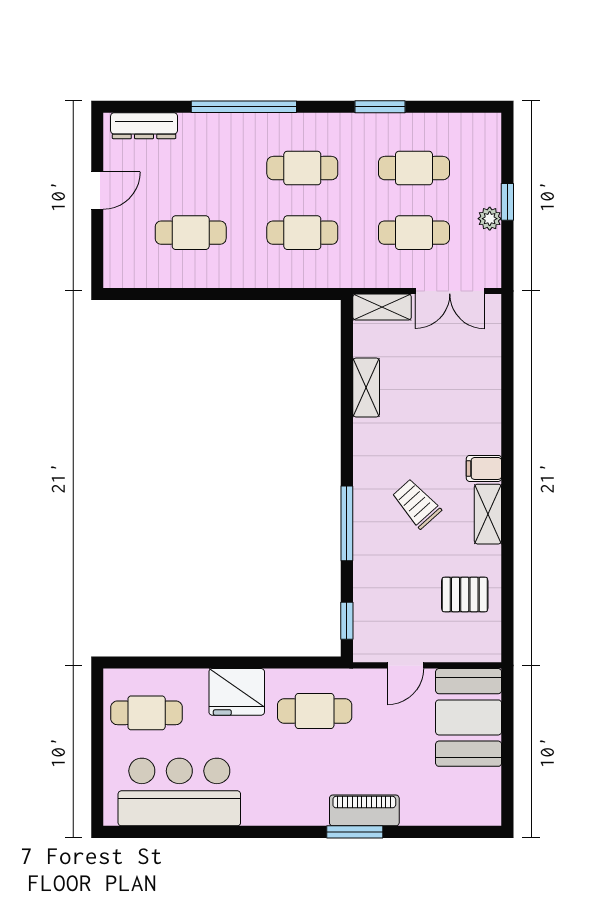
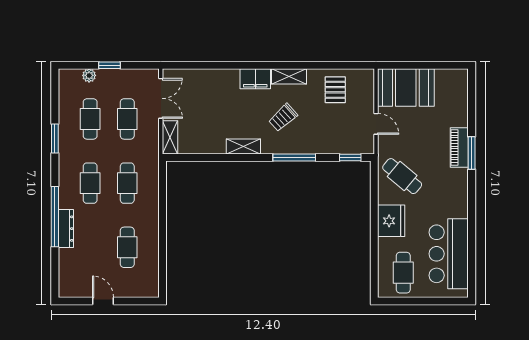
dresser: (144, 126) -> (66, 229), moved
plant: (490, 219) -> (89, 75), moved
shelving: (366, 387) -> (243, 146), moved
filing cabinet: (484, 468) -> (255, 79), width x2.00
cafe table: (315, 711) -> (402, 176), turned -50

